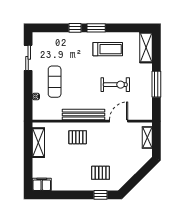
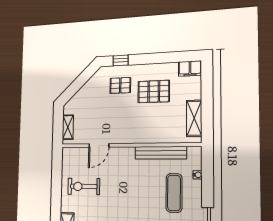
window: (156, 84) -> (56, 188), removed
exercise bike: (115, 85) -> (84, 186), moved
bench: (84, 114) -> (161, 153), moved
pallet: (78, 137) -> (154, 91), moved, width x1.50, depth x1.42

